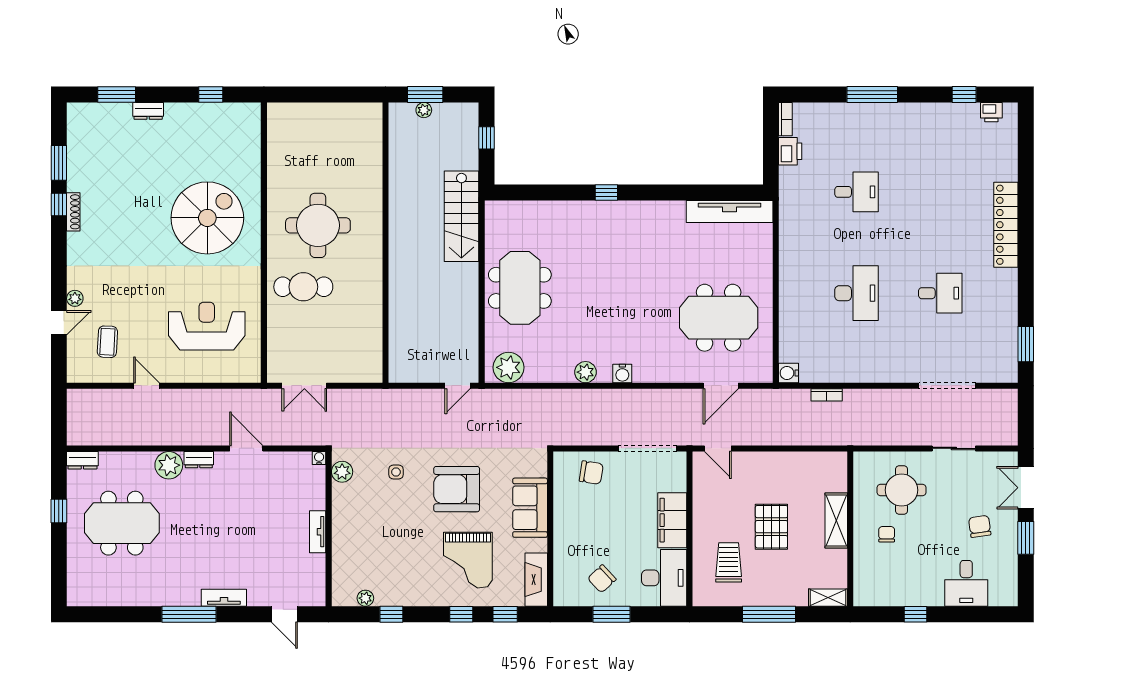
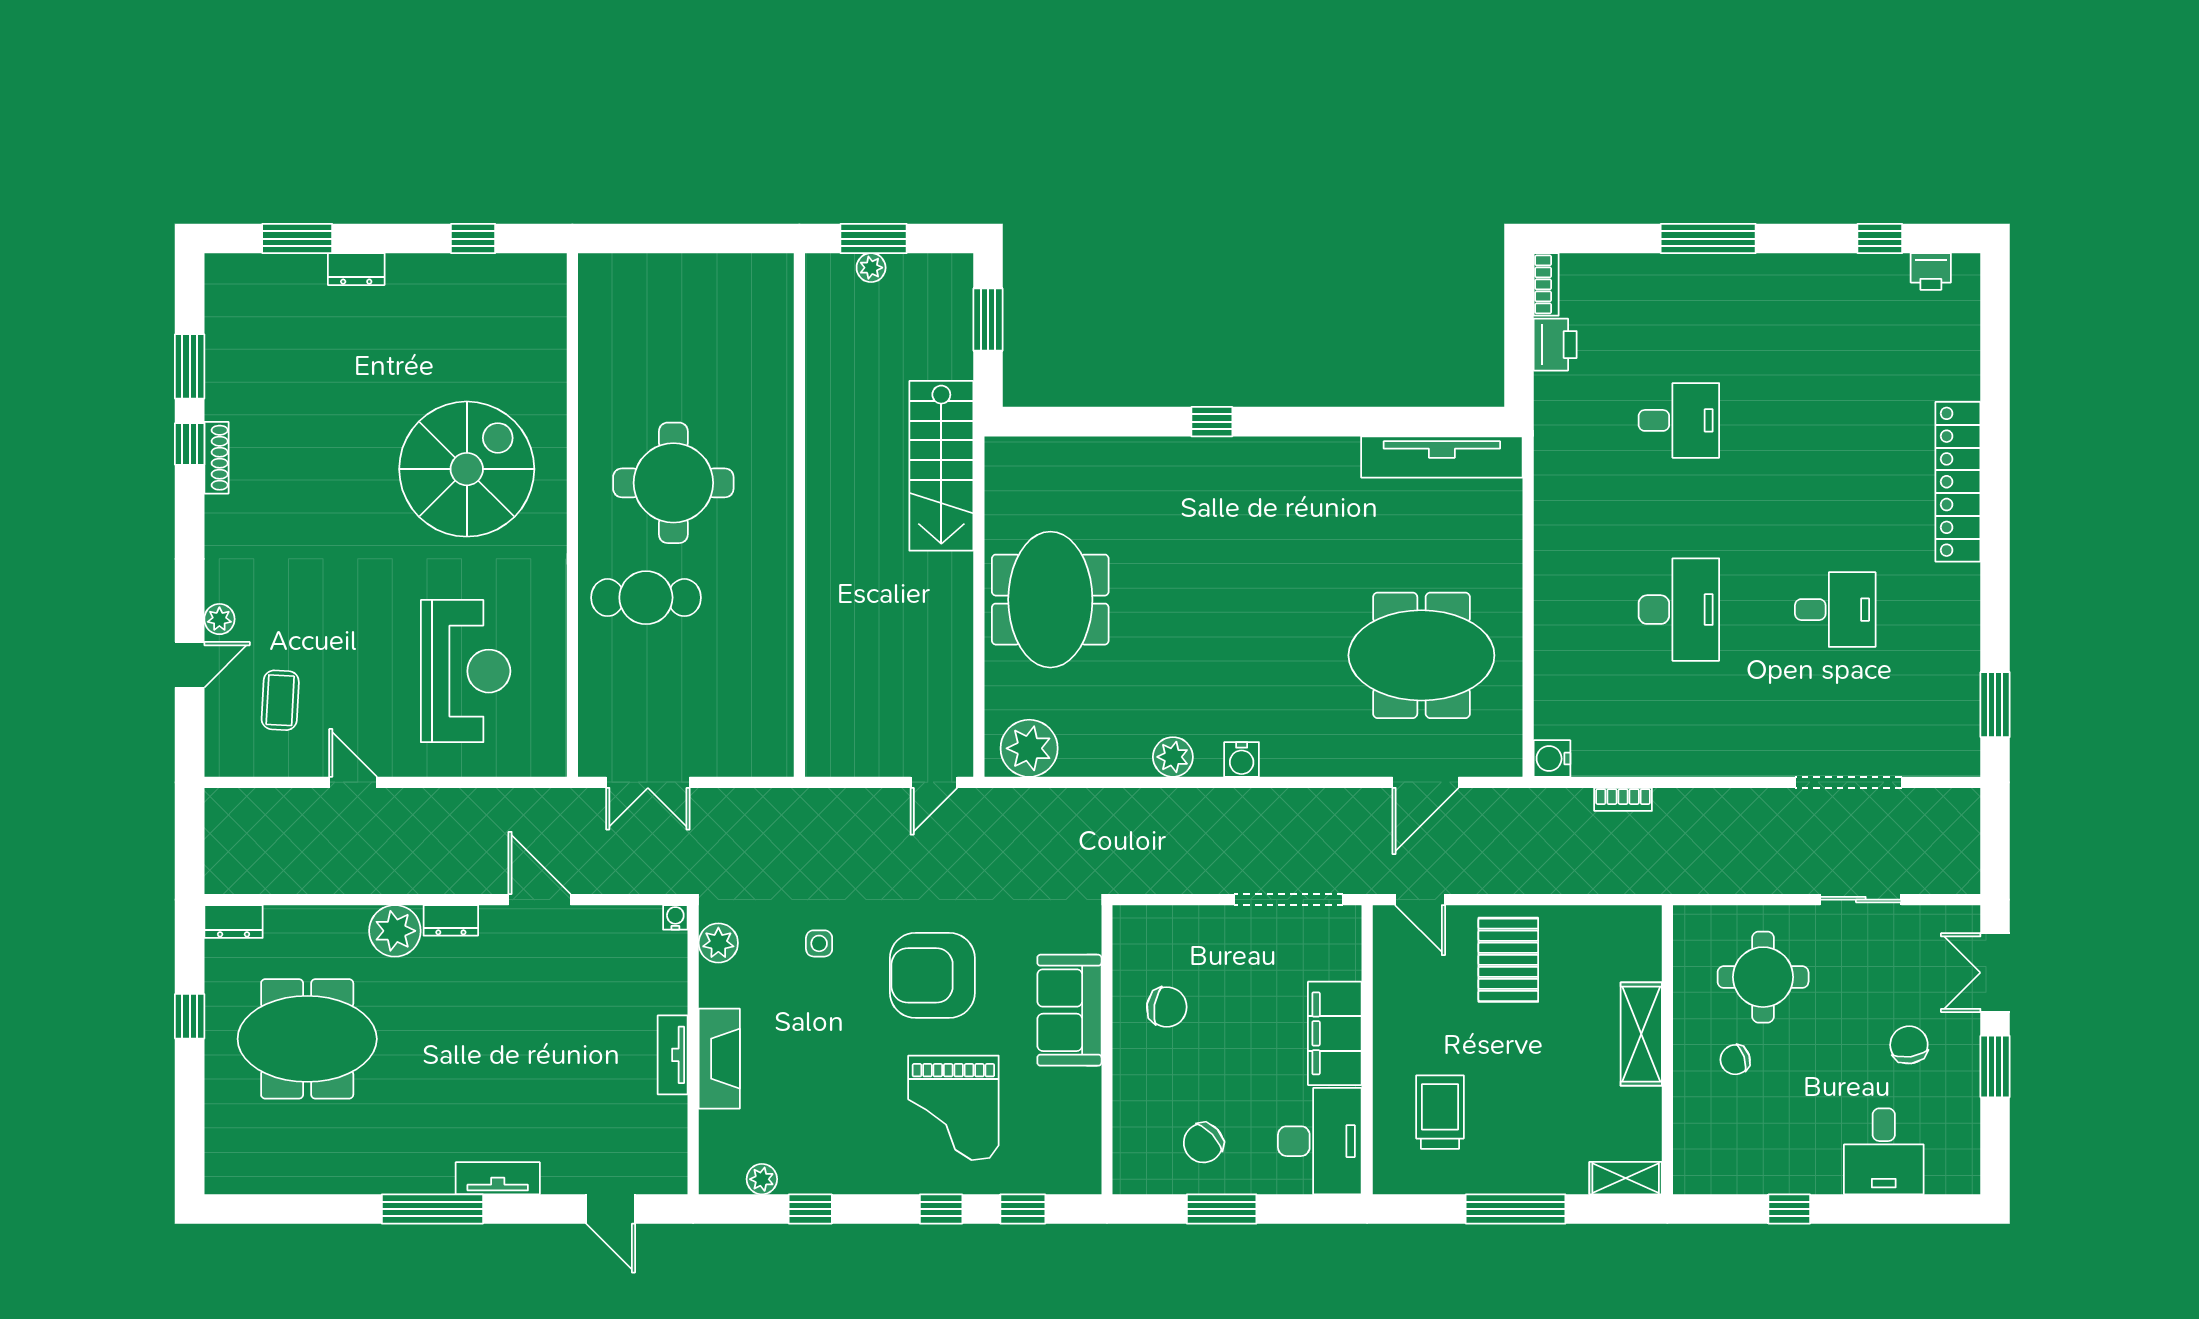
window: (486, 138) -> (988, 320), width x1.50
reception desk: (207, 326) -> (466, 671), turned 90
chair: (591, 473) -> (1167, 1007), moved
pallet: (771, 527) -> (1508, 960), moved
chair: (887, 534) -> (1735, 1060), turned -108
fireplace: (536, 580) -> (719, 1059), moved, turned 180

